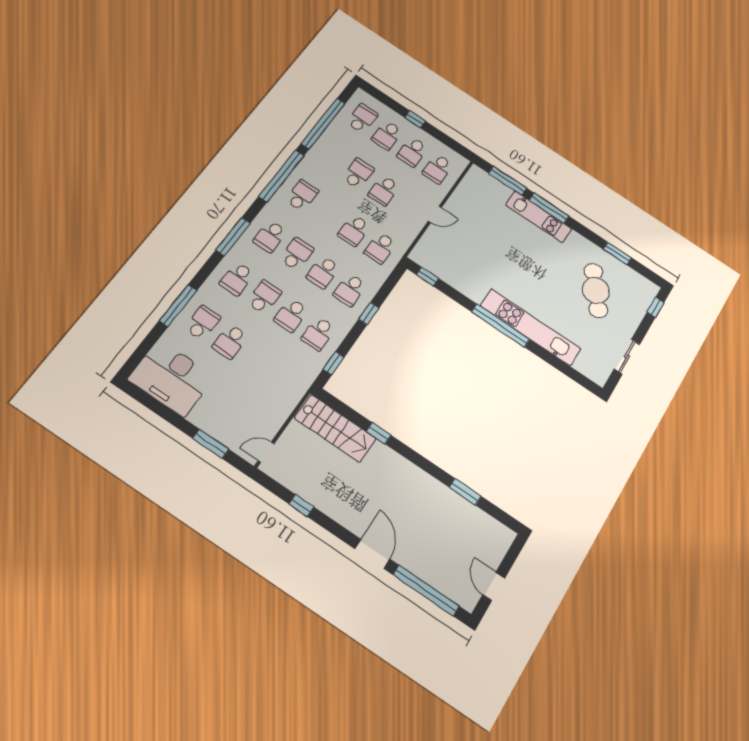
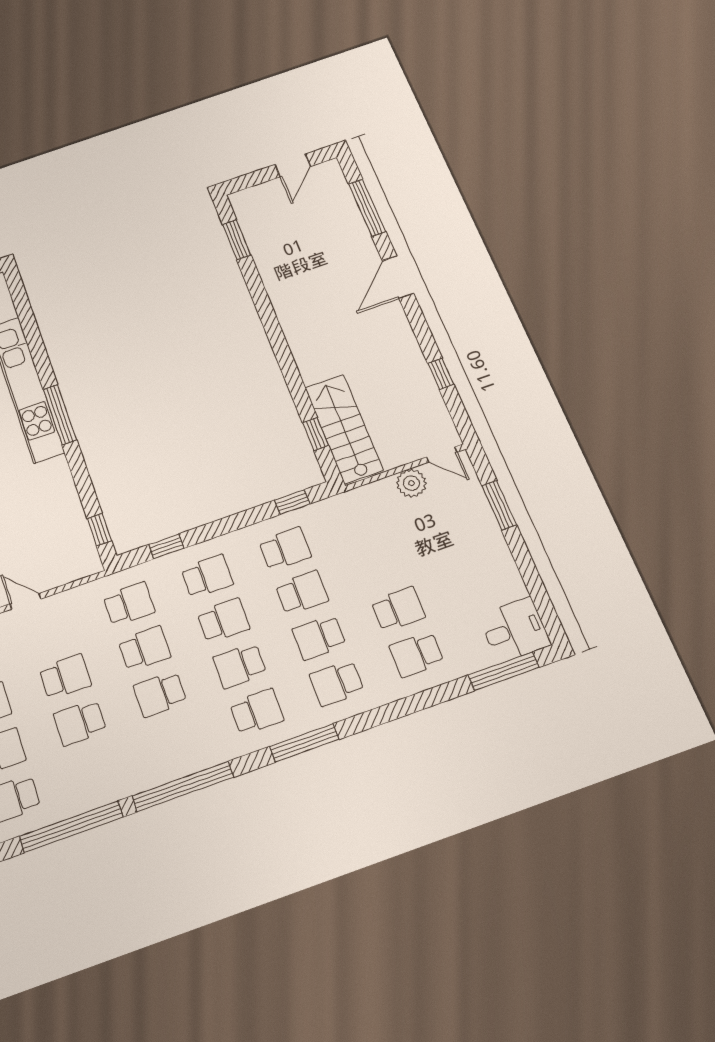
school desk: (302, 196) -> (160, 694), moved
school desk: (237, 279) -> (337, 683), turned 180
window: (178, 306) -> (504, 671), moved
window: (369, 314) -> (166, 546), moved
window: (501, 326) -> (60, 415), width x0.68
desk: (171, 378) -> (515, 630), width x0.53, depth x0.77
plant: (272, 422) -> (411, 483), added
window: (379, 433) -> (316, 434), moved
window: (465, 492) -> (237, 240), moved
window: (426, 590) -> (367, 208), width x0.68

